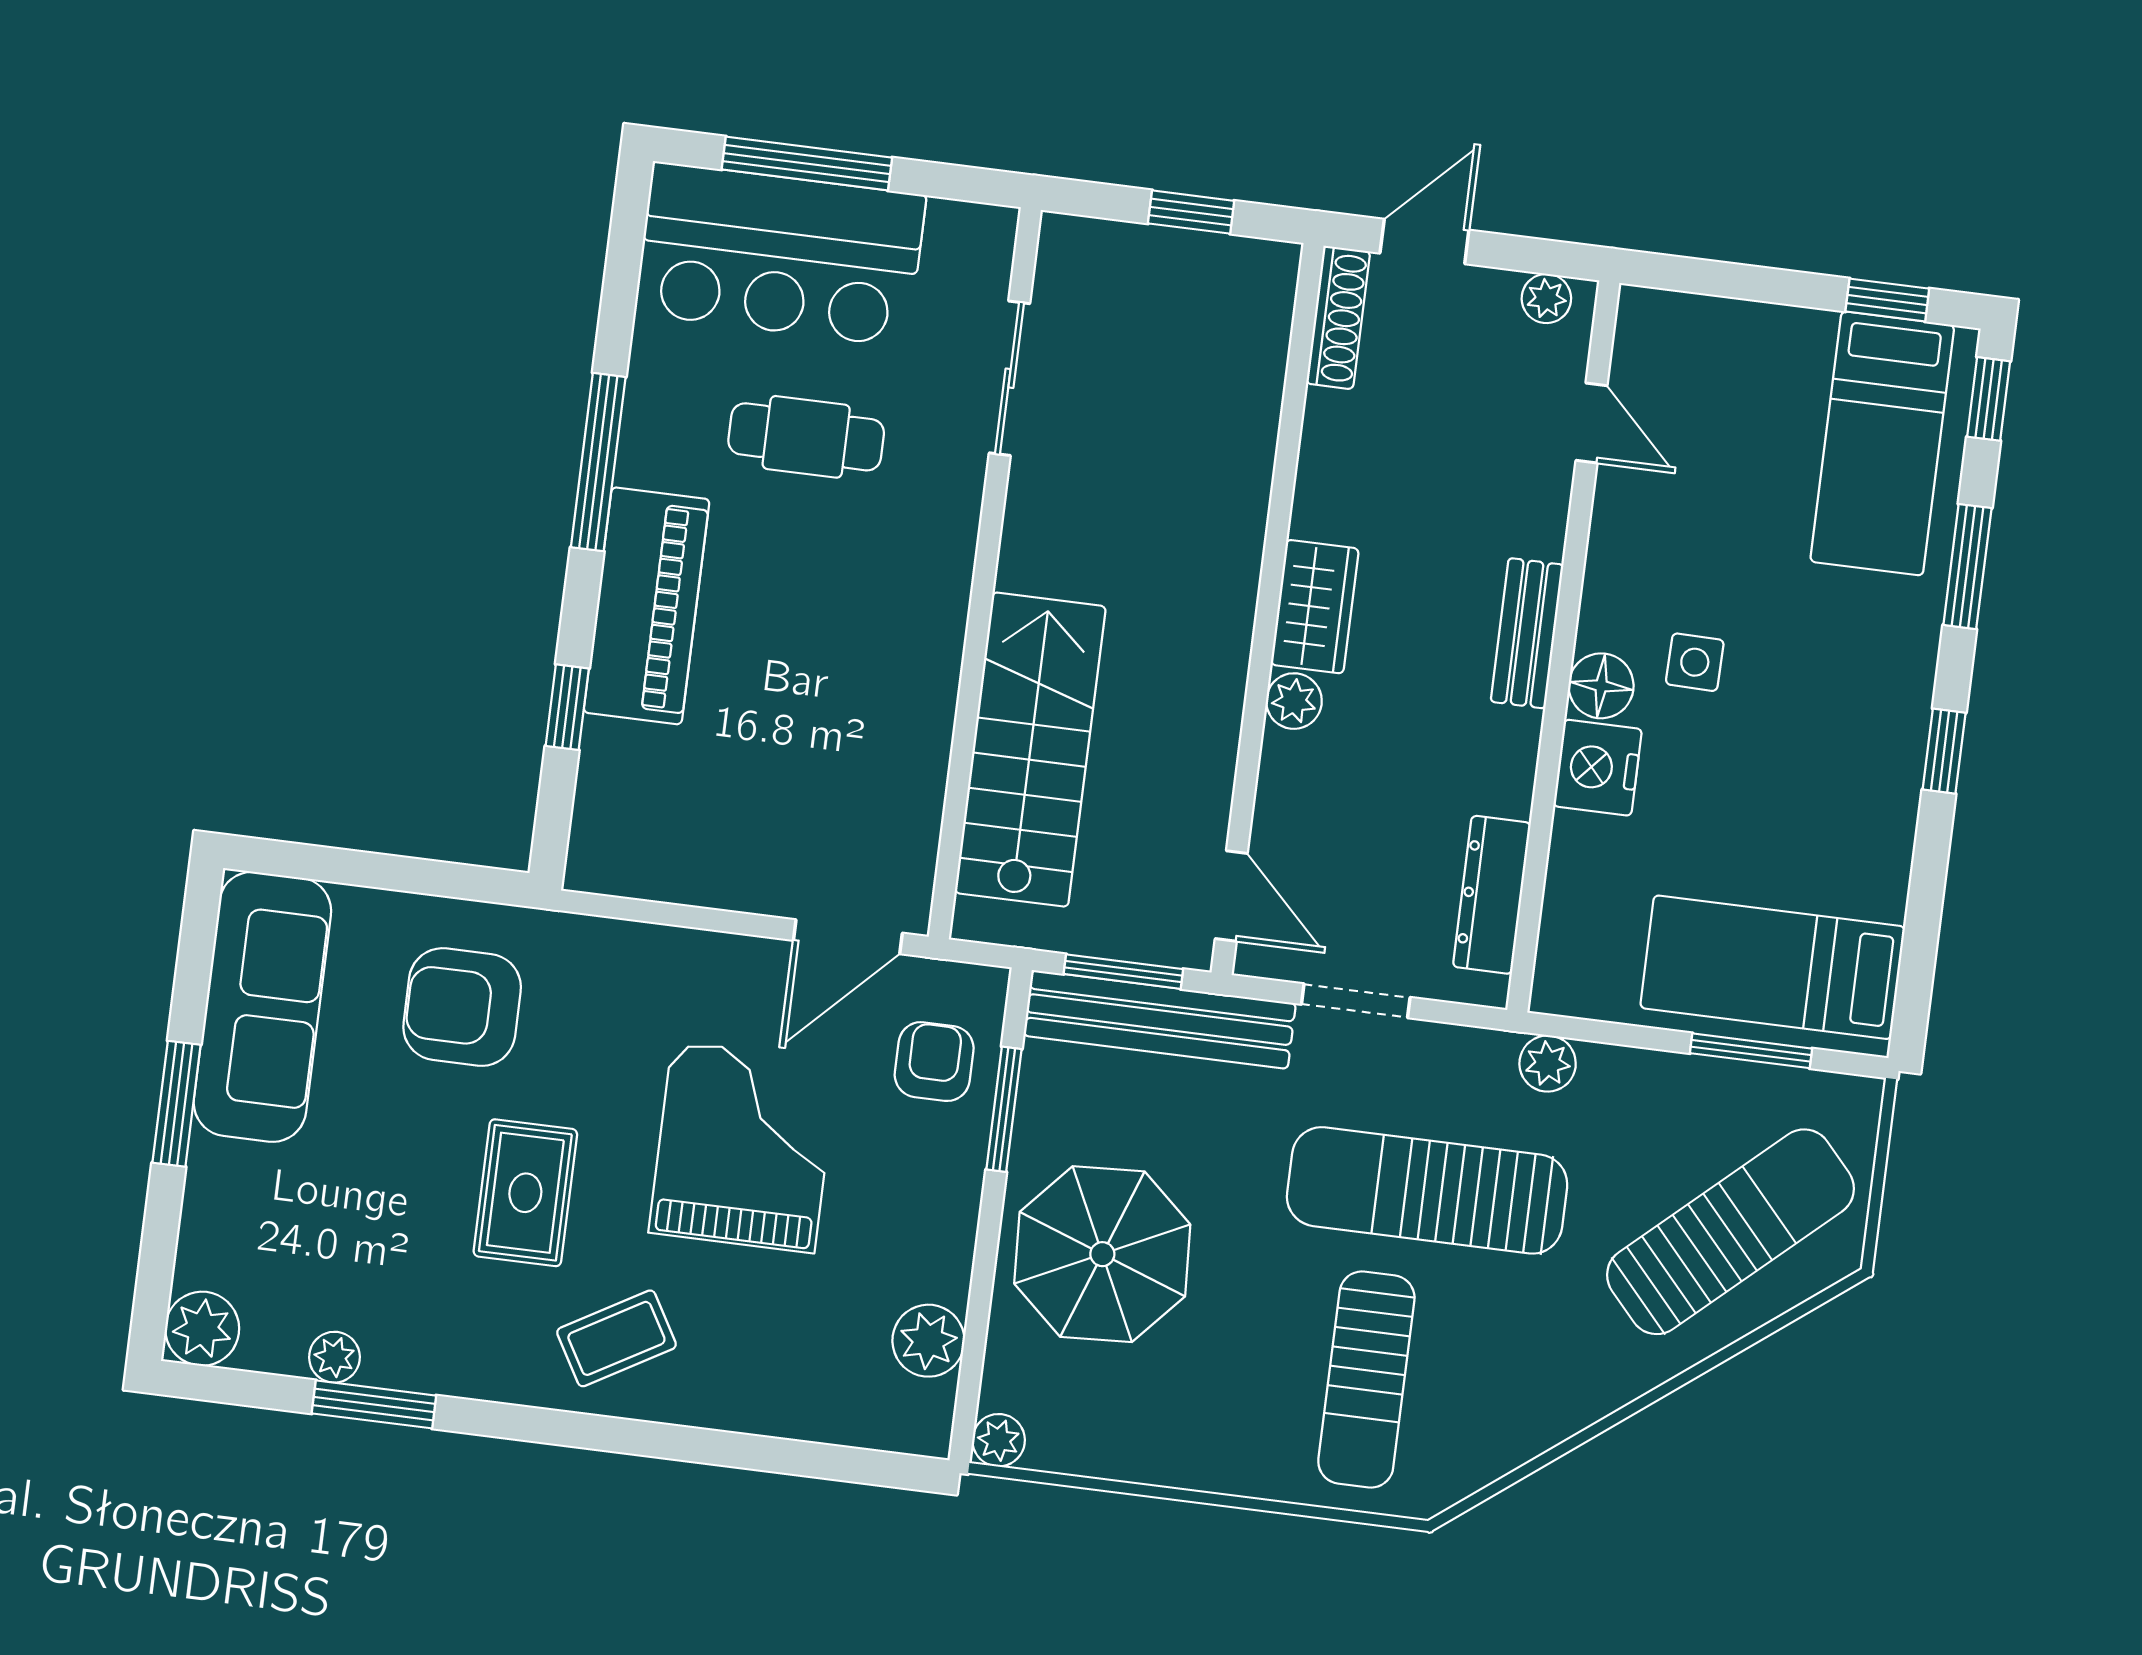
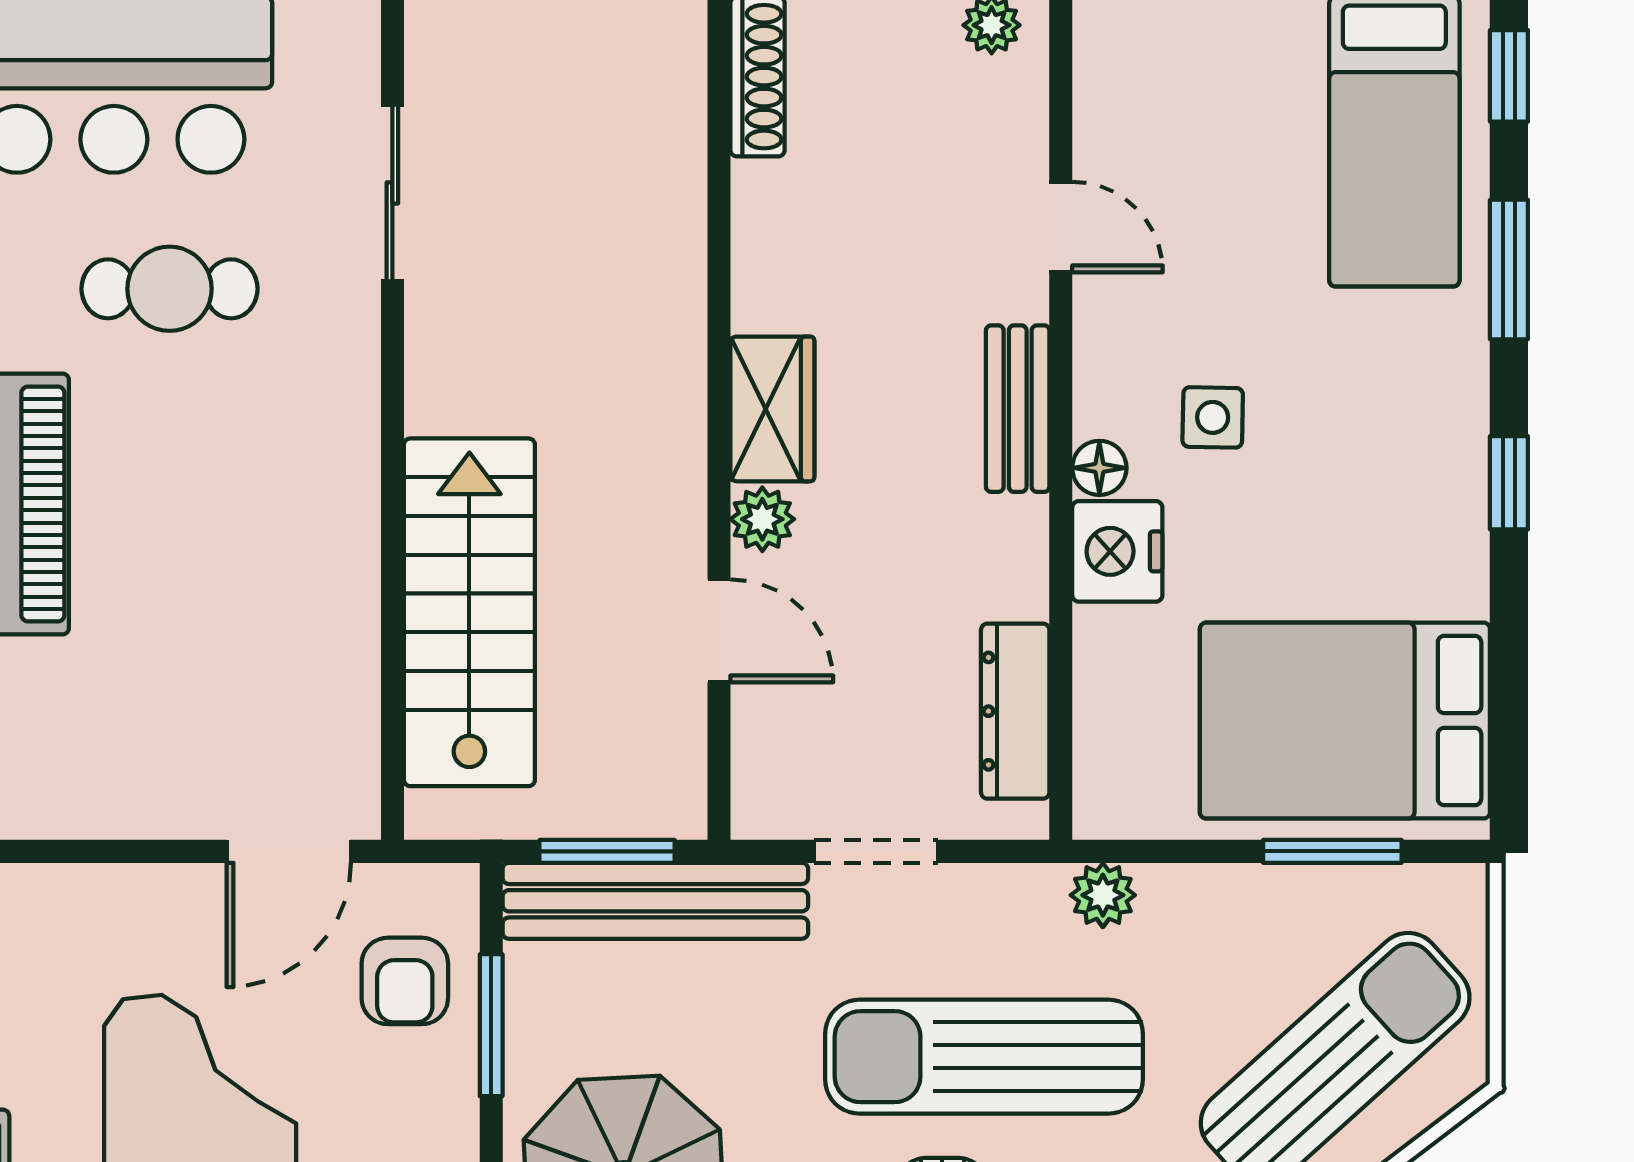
door: (1592, 423) -> (1061, 227), moved
floor lamp: (1601, 686) -> (1099, 468), width x0.73, depth x0.73
door: (1231, 896) -> (719, 631), moved
bed: (1773, 967) -> (1345, 721), width x1.50
armchair: (934, 1062) -> (405, 981), turned 180

